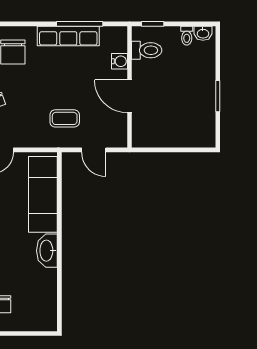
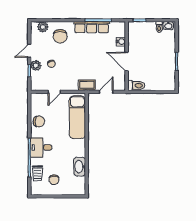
toilet: (147, 50) -> (136, 85), moved
coffee table: (65, 118) -> (87, 85), moved
door: (94, 150) -> (106, 92), swing flipped
washbasin: (47, 251) -> (80, 167), moved

